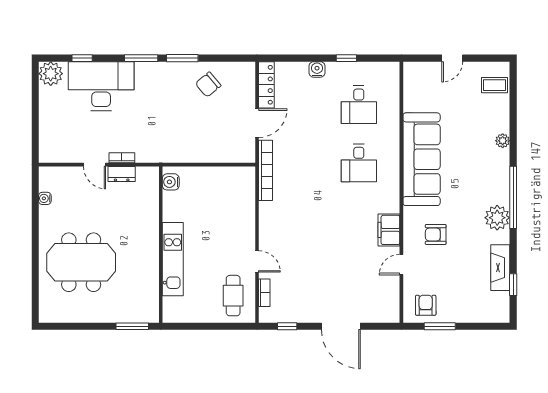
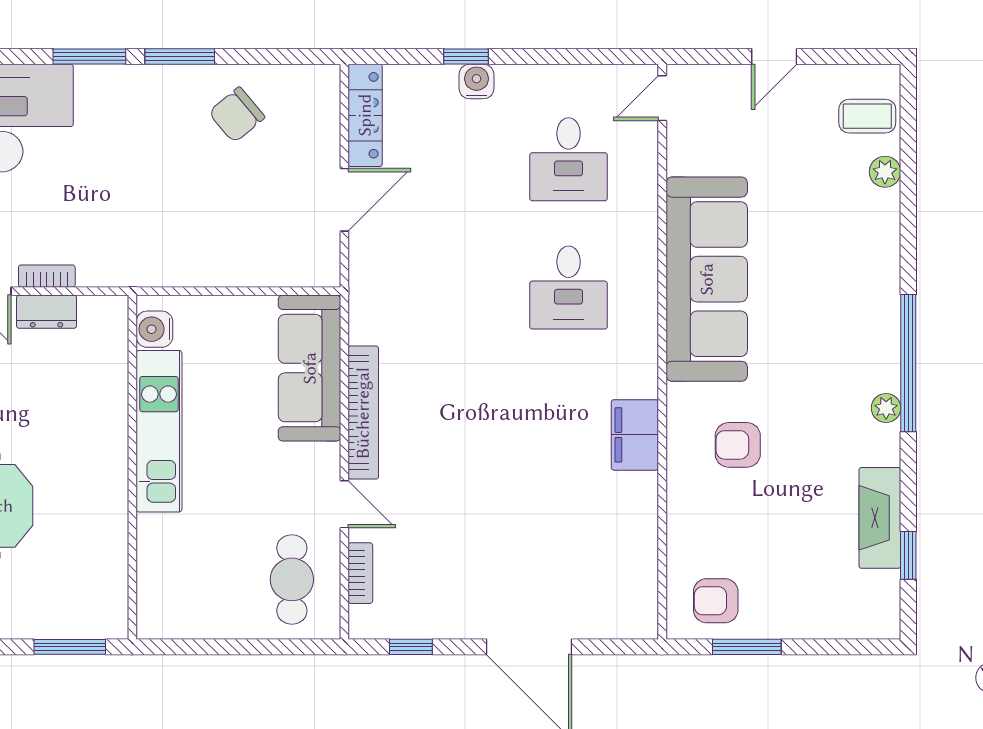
window: (346, 58) -> (466, 57), moved
plant: (503, 141) -> (885, 172), moved
bookcase: (266, 170) -> (363, 413), moved
sofa: (241, 200) -> (310, 368), added
plant: (497, 218) -> (886, 408), width x0.53, depth x0.53
kitchen unit: (173, 259) -> (159, 431), moved
door: (401, 265) -> (662, 98), moved
armchair: (426, 305) -> (716, 601), turned -90

